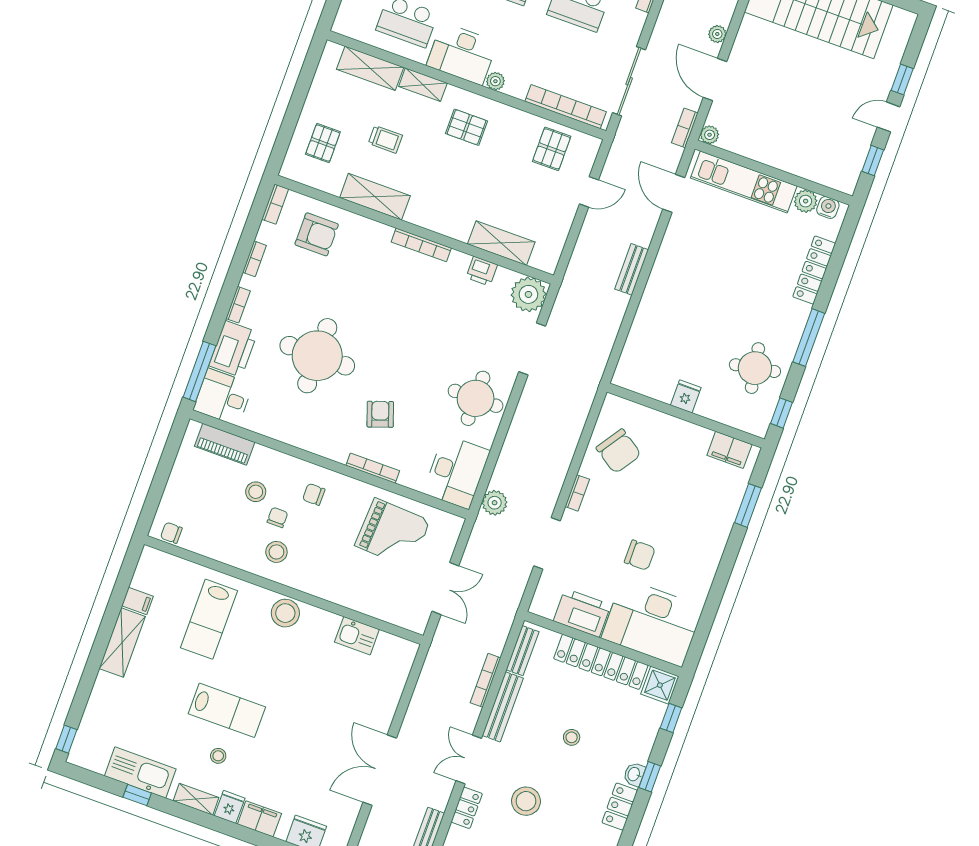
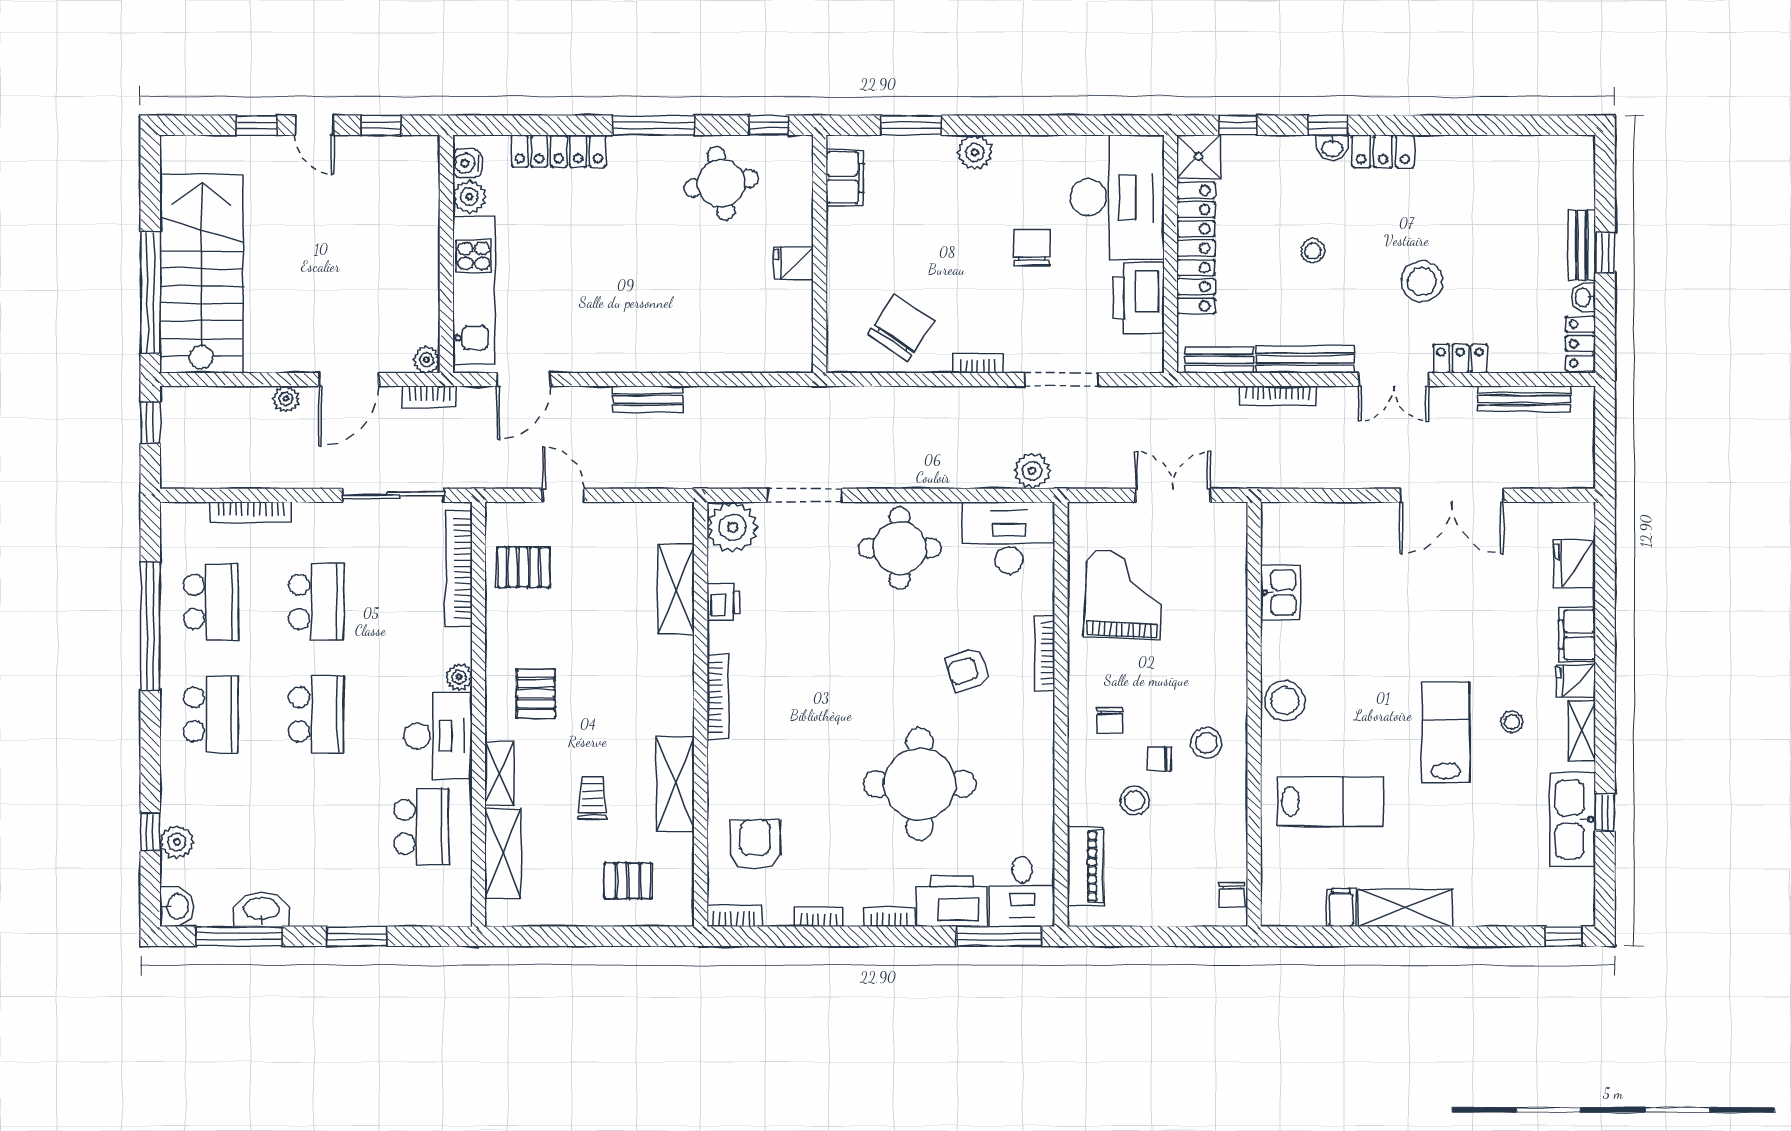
plant: (715, 540) -> (975, 152), added

